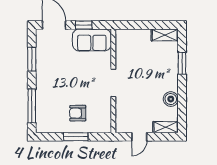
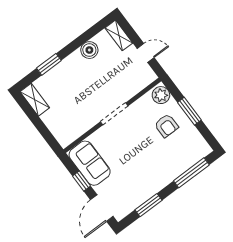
plant: (102, 125) -> (161, 95), added

